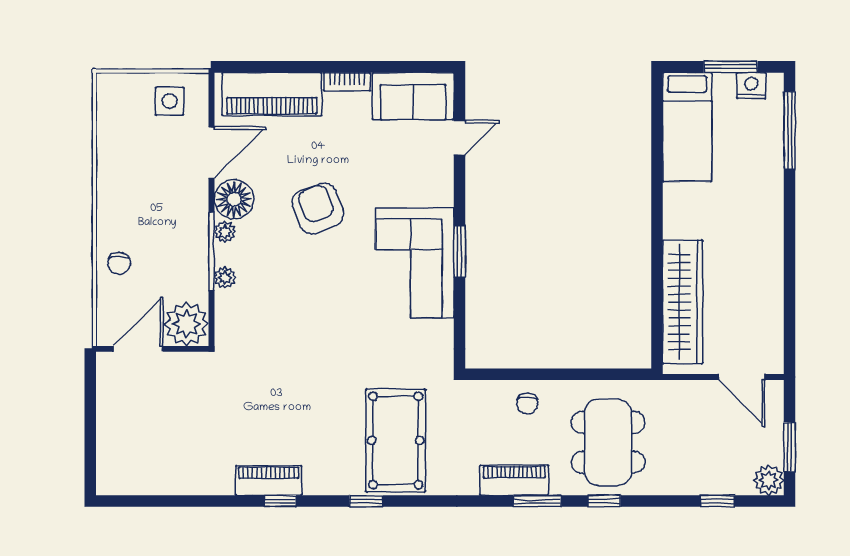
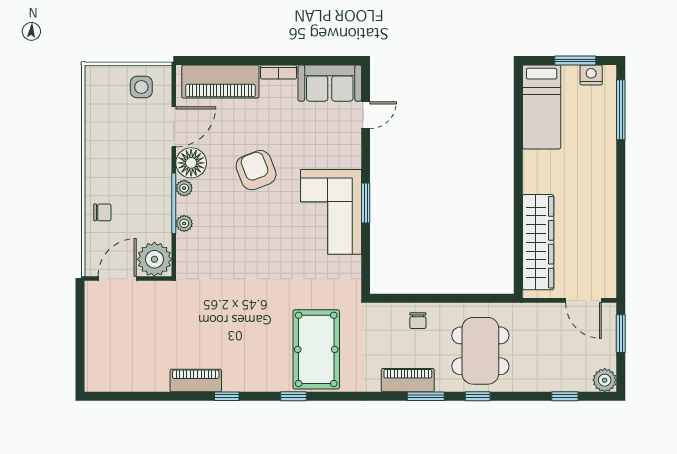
chair: (119, 263) -> (102, 212), turned -90
window: (789, 447) -> (621, 334), moved
piano: (269, 481) -> (196, 380), moved

